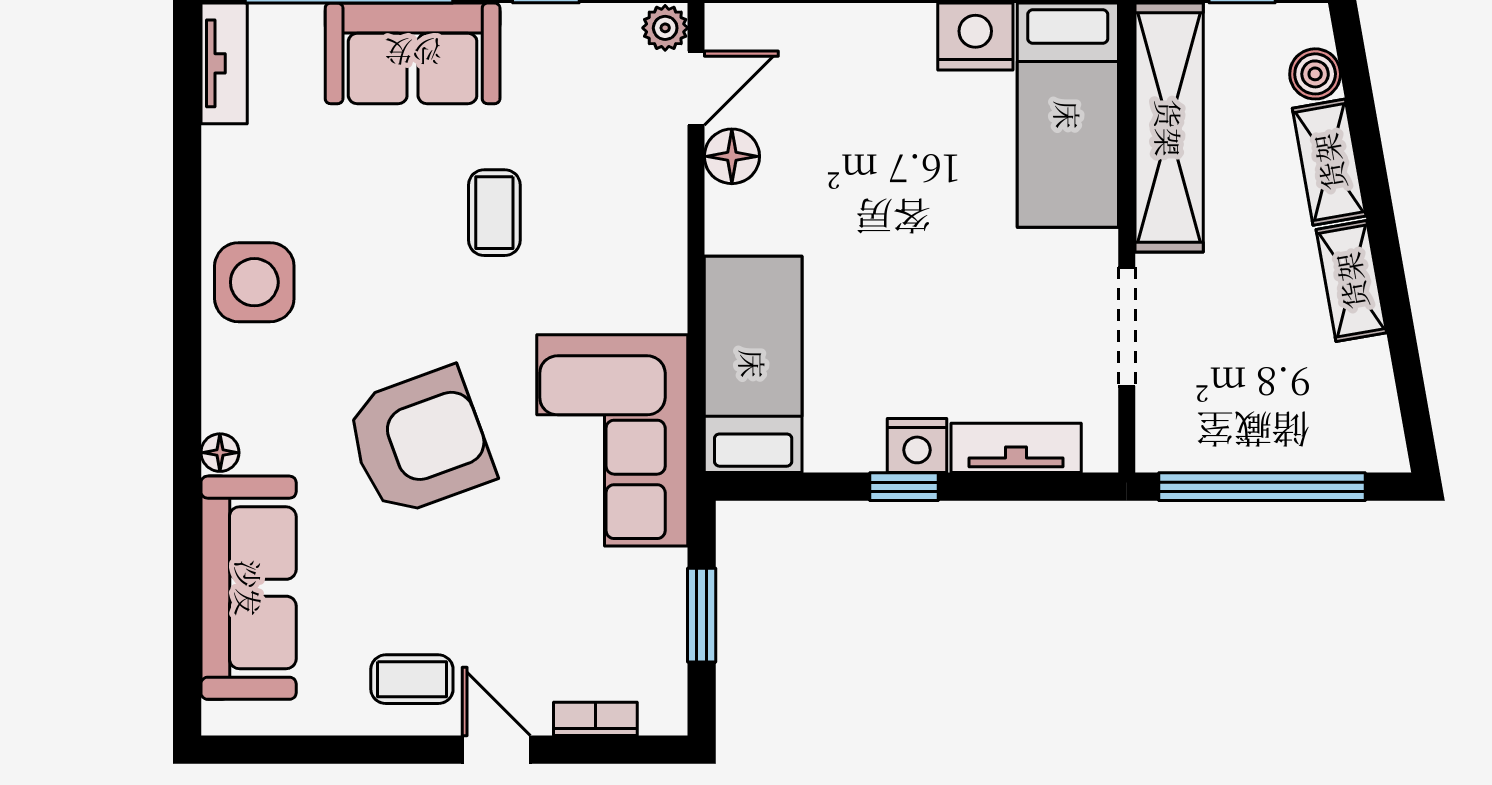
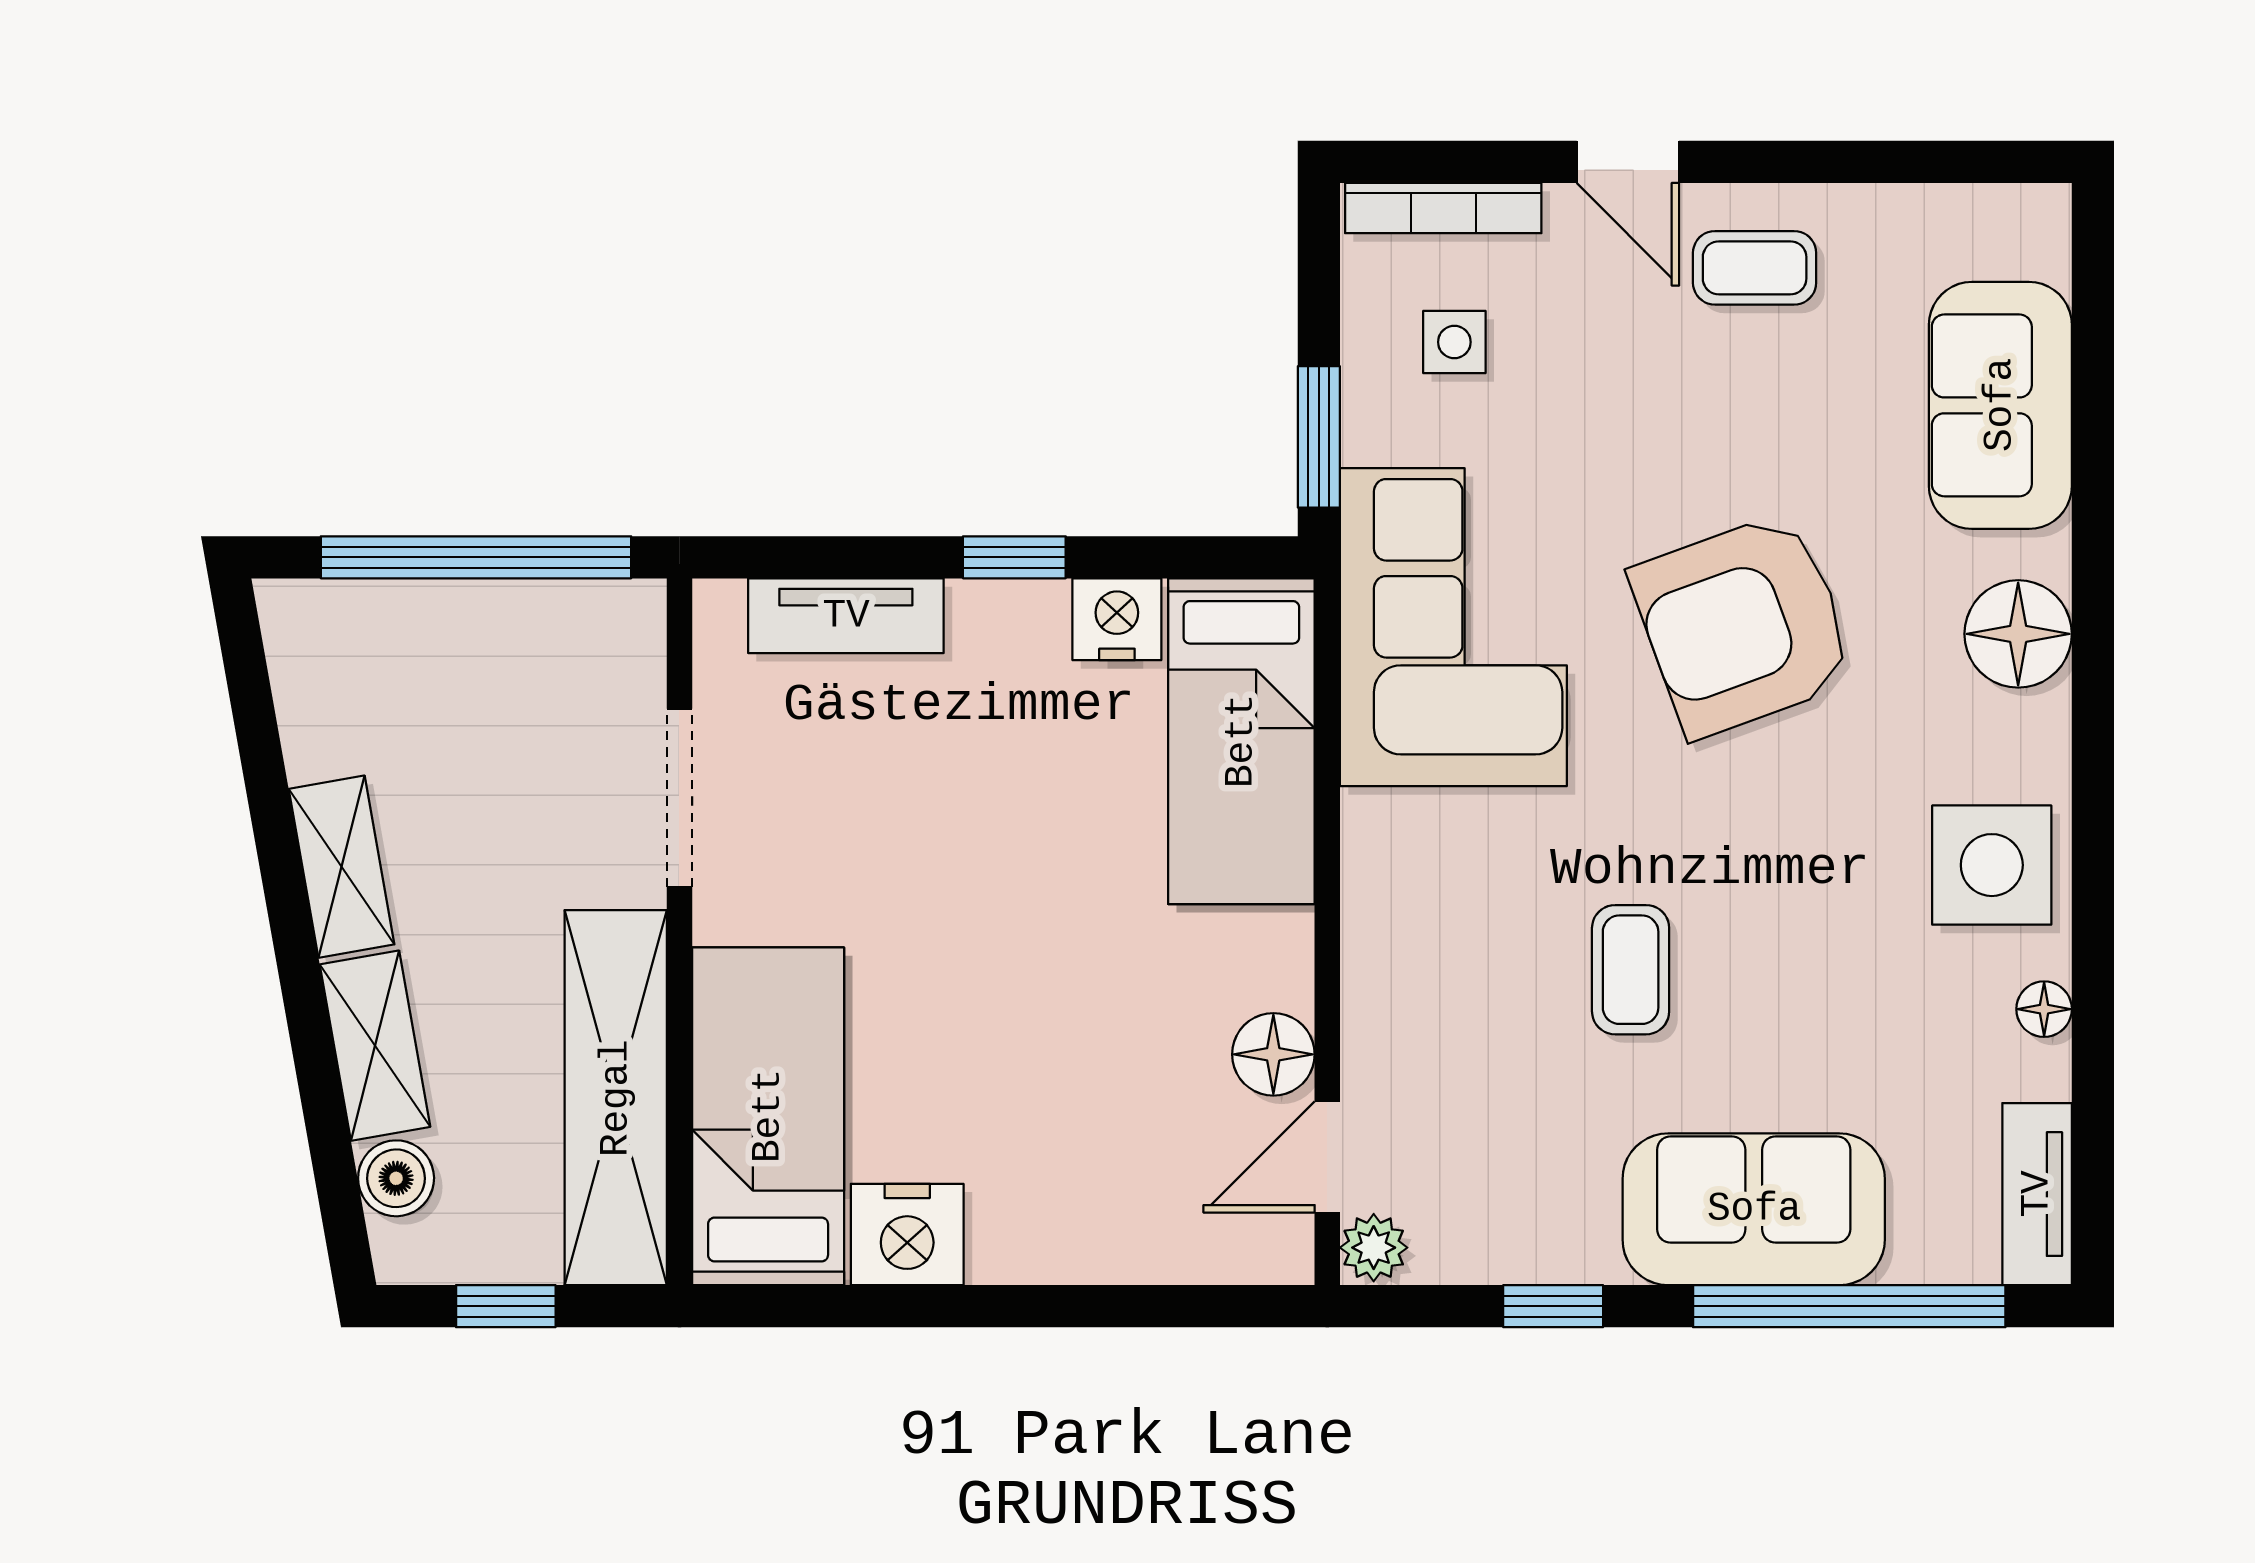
floor lamp: (220, 186) -> (2044, 1009), added
nightstand: (917, 446) -> (1117, 619), moved
floor lamp: (220, 453) -> (2018, 634), width x1.89, depth x1.89
sofa: (249, 588) -> (2000, 405), width x0.73
window: (702, 615) -> (1319, 437), moved
side table: (612, 630) -> (1454, 342), added
bookcase: (595, 719) -> (1443, 208), width x1.56

